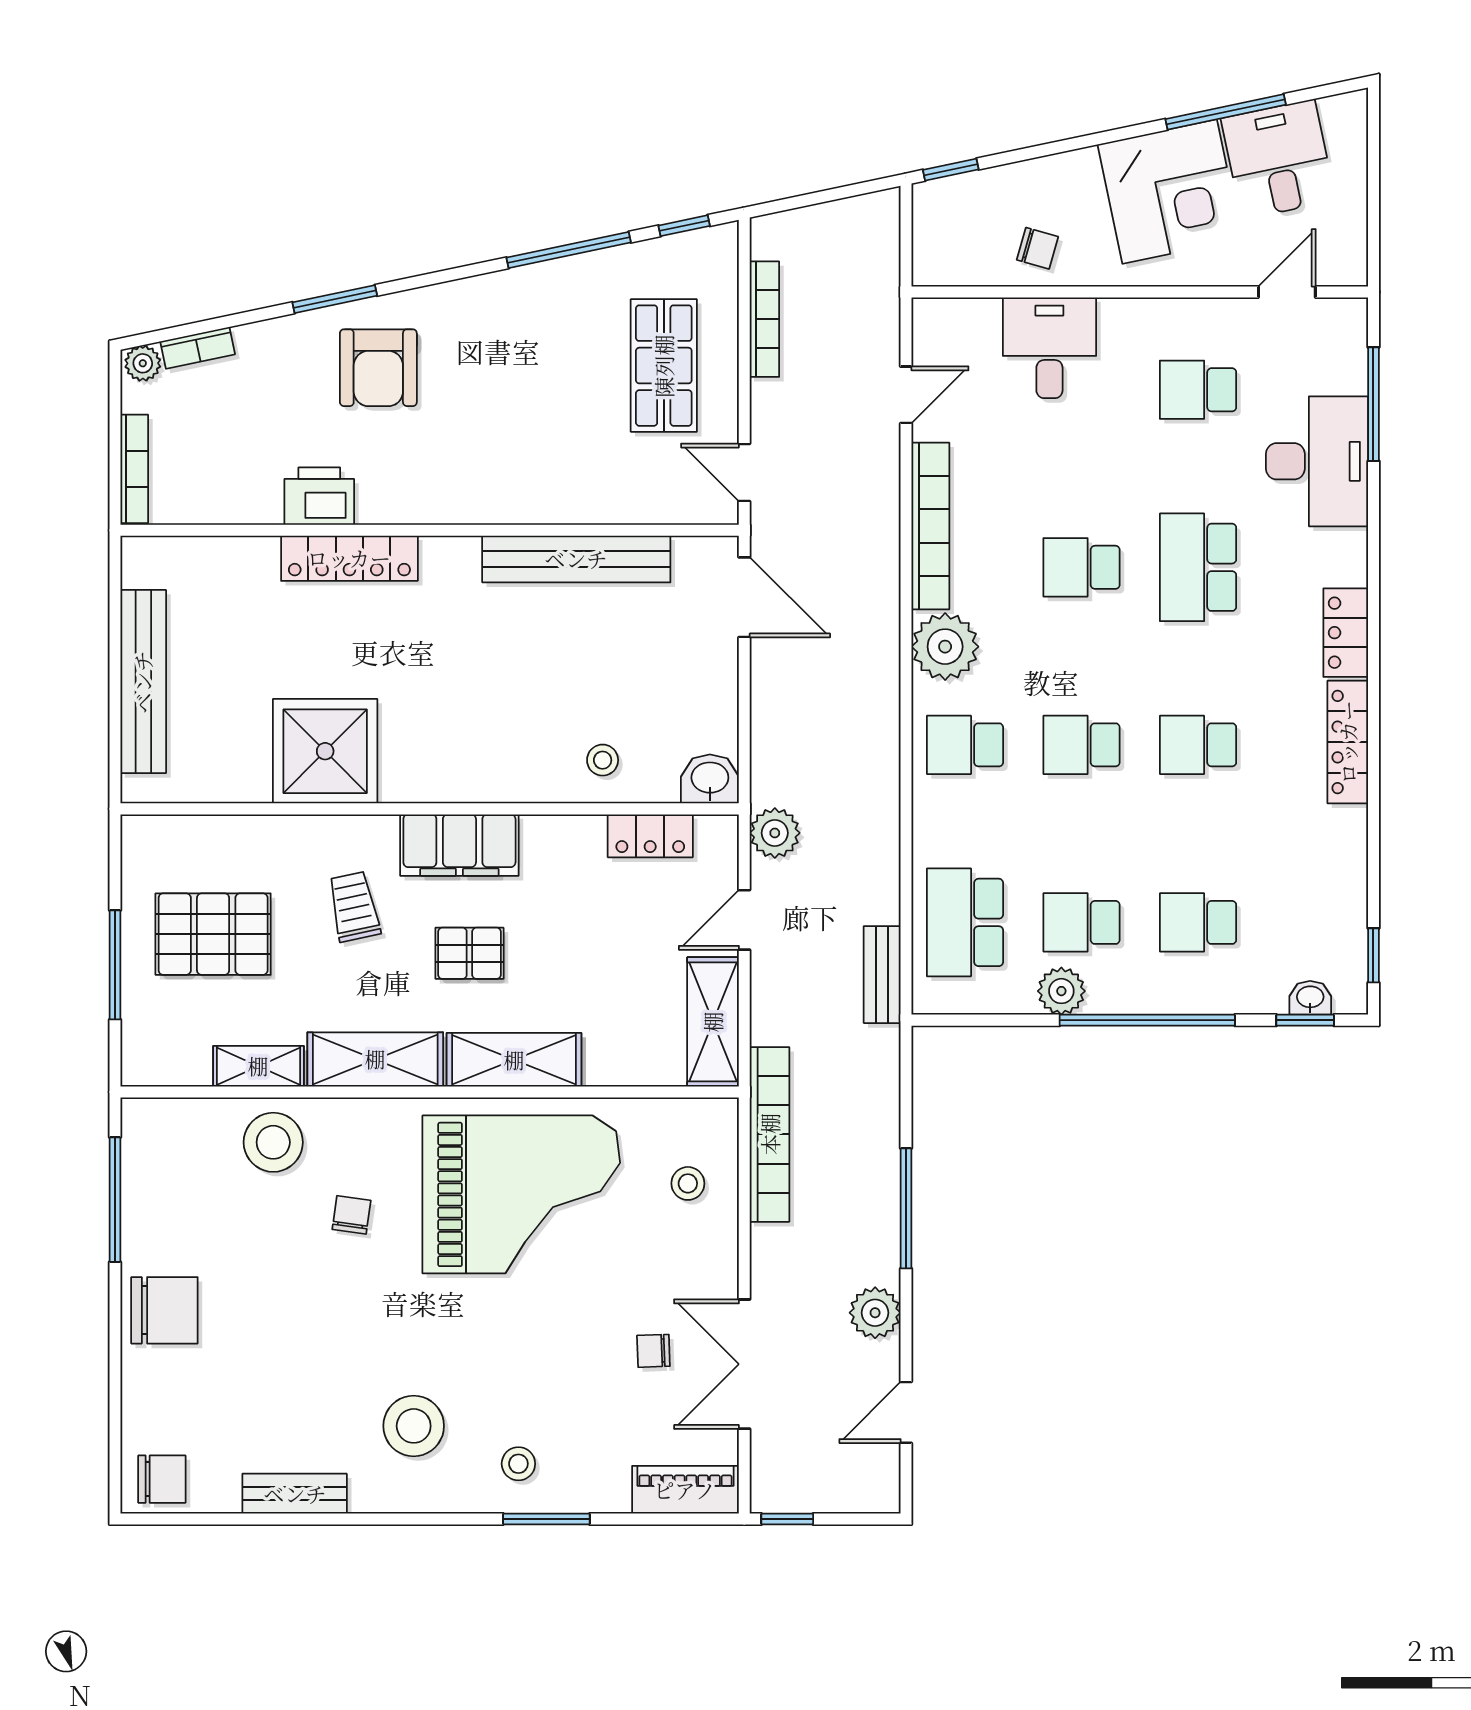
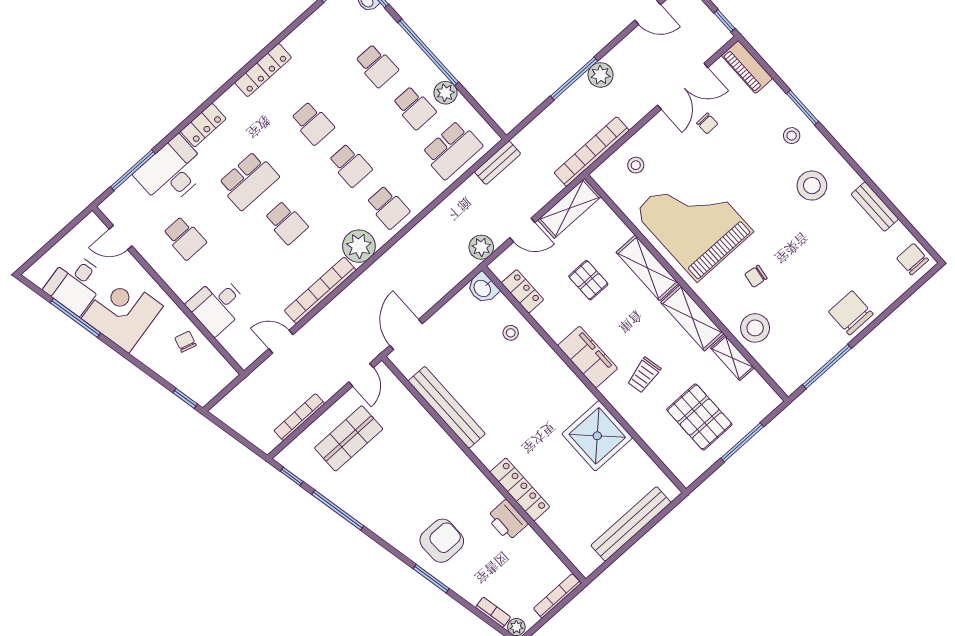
locker: (1346, 633) -> (203, 125), moved
pallet: (469, 953) -> (588, 280), moved
plant: (875, 1313) -> (601, 75), moved

